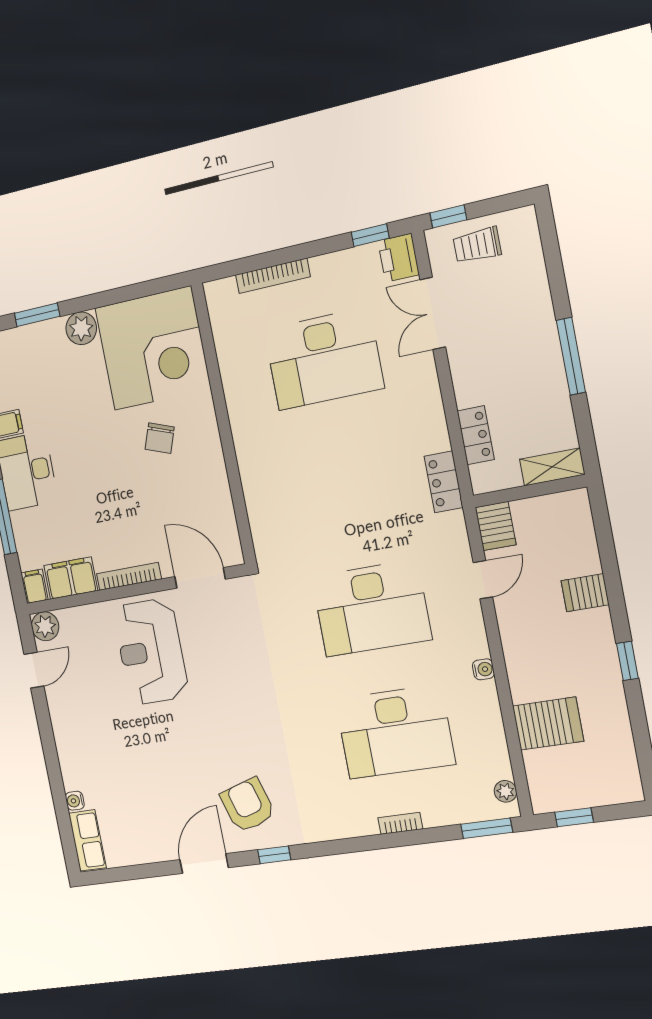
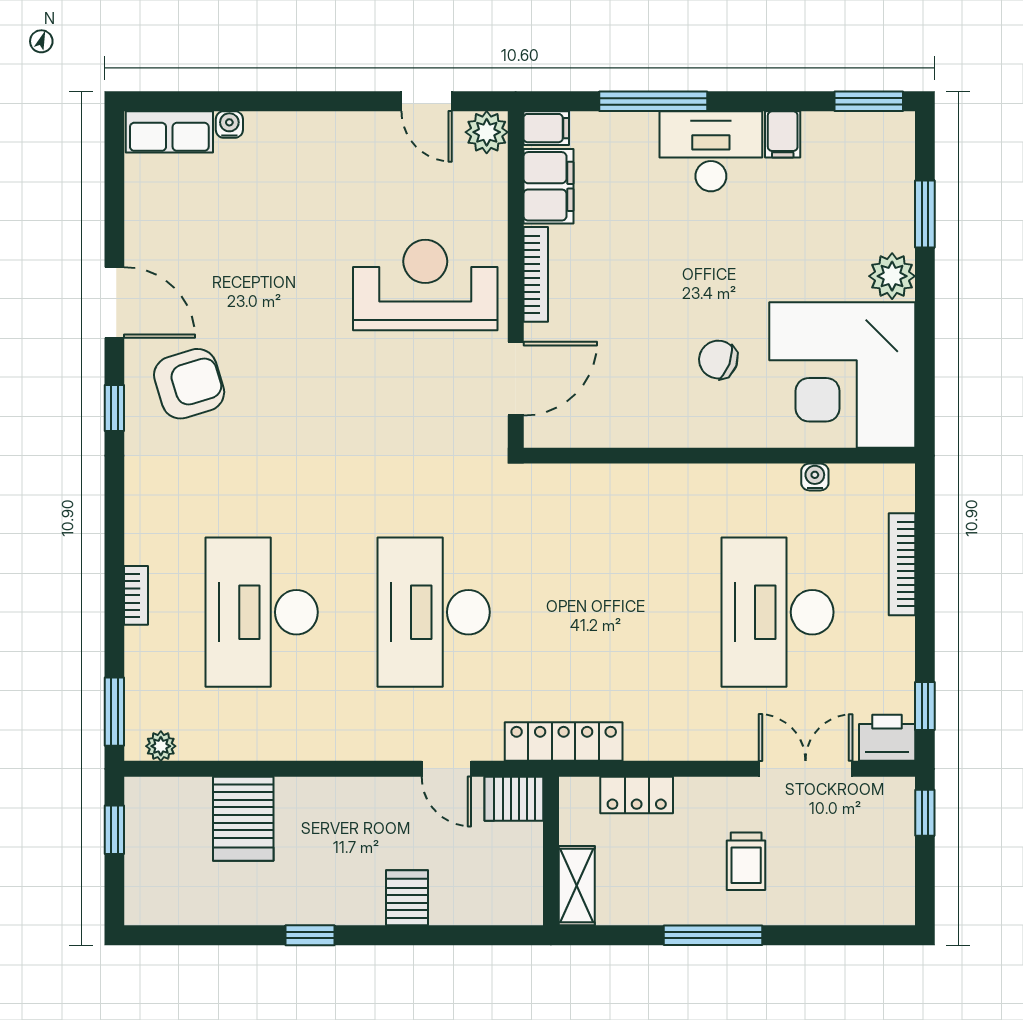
trolley: (477, 245) -> (746, 861), moved, turned 180
locker: (444, 482) -> (564, 742), width x1.53
water cooler: (483, 669) -> (815, 477), moved, turned 180

